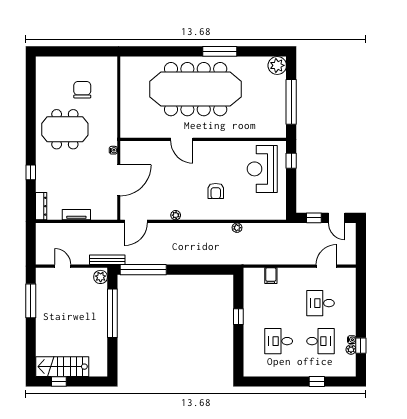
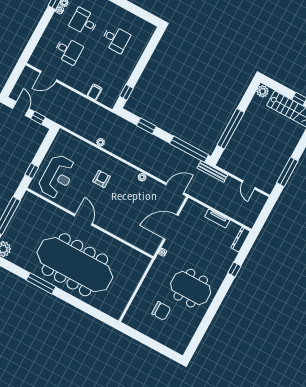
chair: (82, 90) -> (161, 311), turned -90
door: (182, 139) -> (83, 220), moved
window: (199, 270) -> (146, 126), added
plant: (101, 277) -> (262, 91), moved
window: (238, 317) -> (126, 92), moved

